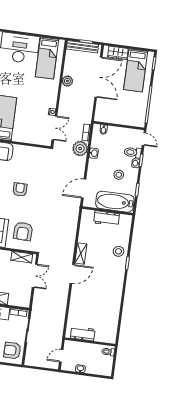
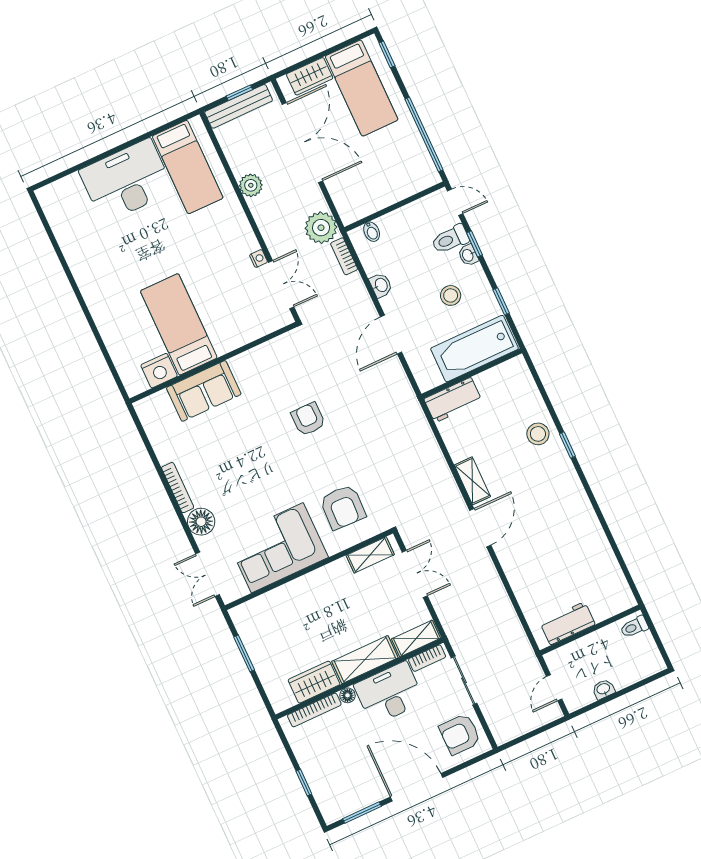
plant: (80, 149) -> (321, 228), moved
door: (84, 189) -> (391, 334), moved
armchair: (20, 190) -> (308, 419), moved
workbench: (106, 218) -> (453, 400), moved
shelving: (19, 302) -> (416, 639), added

